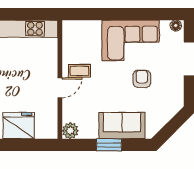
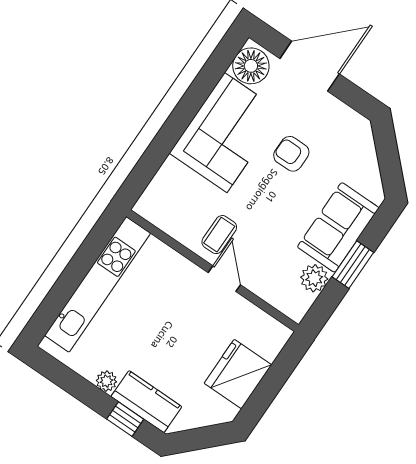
floor lamp: (176, 26) -> (251, 66), width x1.89, depth x1.89
plant: (70, 131) -> (314, 278), moved

